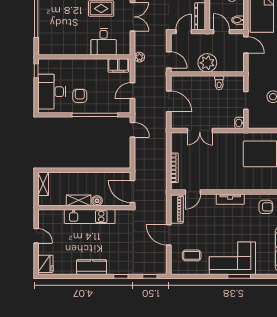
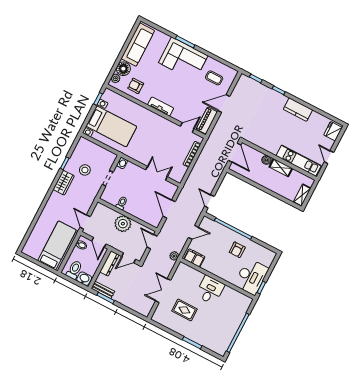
desk: (104, 42) -> (210, 290), moved
desk: (52, 92) -> (251, 277), moved
kitchen unit: (90, 217) -> (299, 161), moved
door: (169, 235) -> (224, 103), swing flipped

